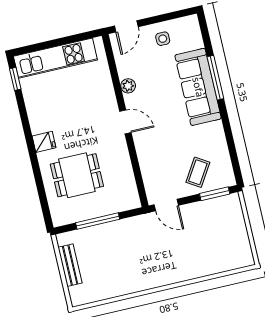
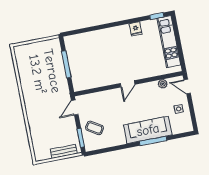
plant: (128, 86) -> (163, 84), moved
fridge: (44, 142) -> (136, 29), moved
dining table: (77, 175) -> (95, 52), removed
bench: (70, 265) -> (64, 151), moved

